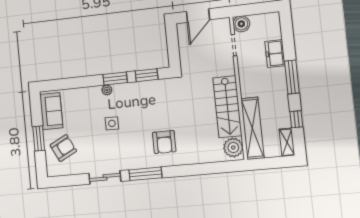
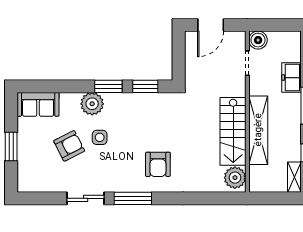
plant: (107, 90) -> (92, 104), width x1.88, depth x1.88
sofa: (51, 111) -> (38, 104), moved, turned 90
shelving: (252, 128) -> (258, 130), moved
armchair: (63, 148) -> (69, 146), moved

